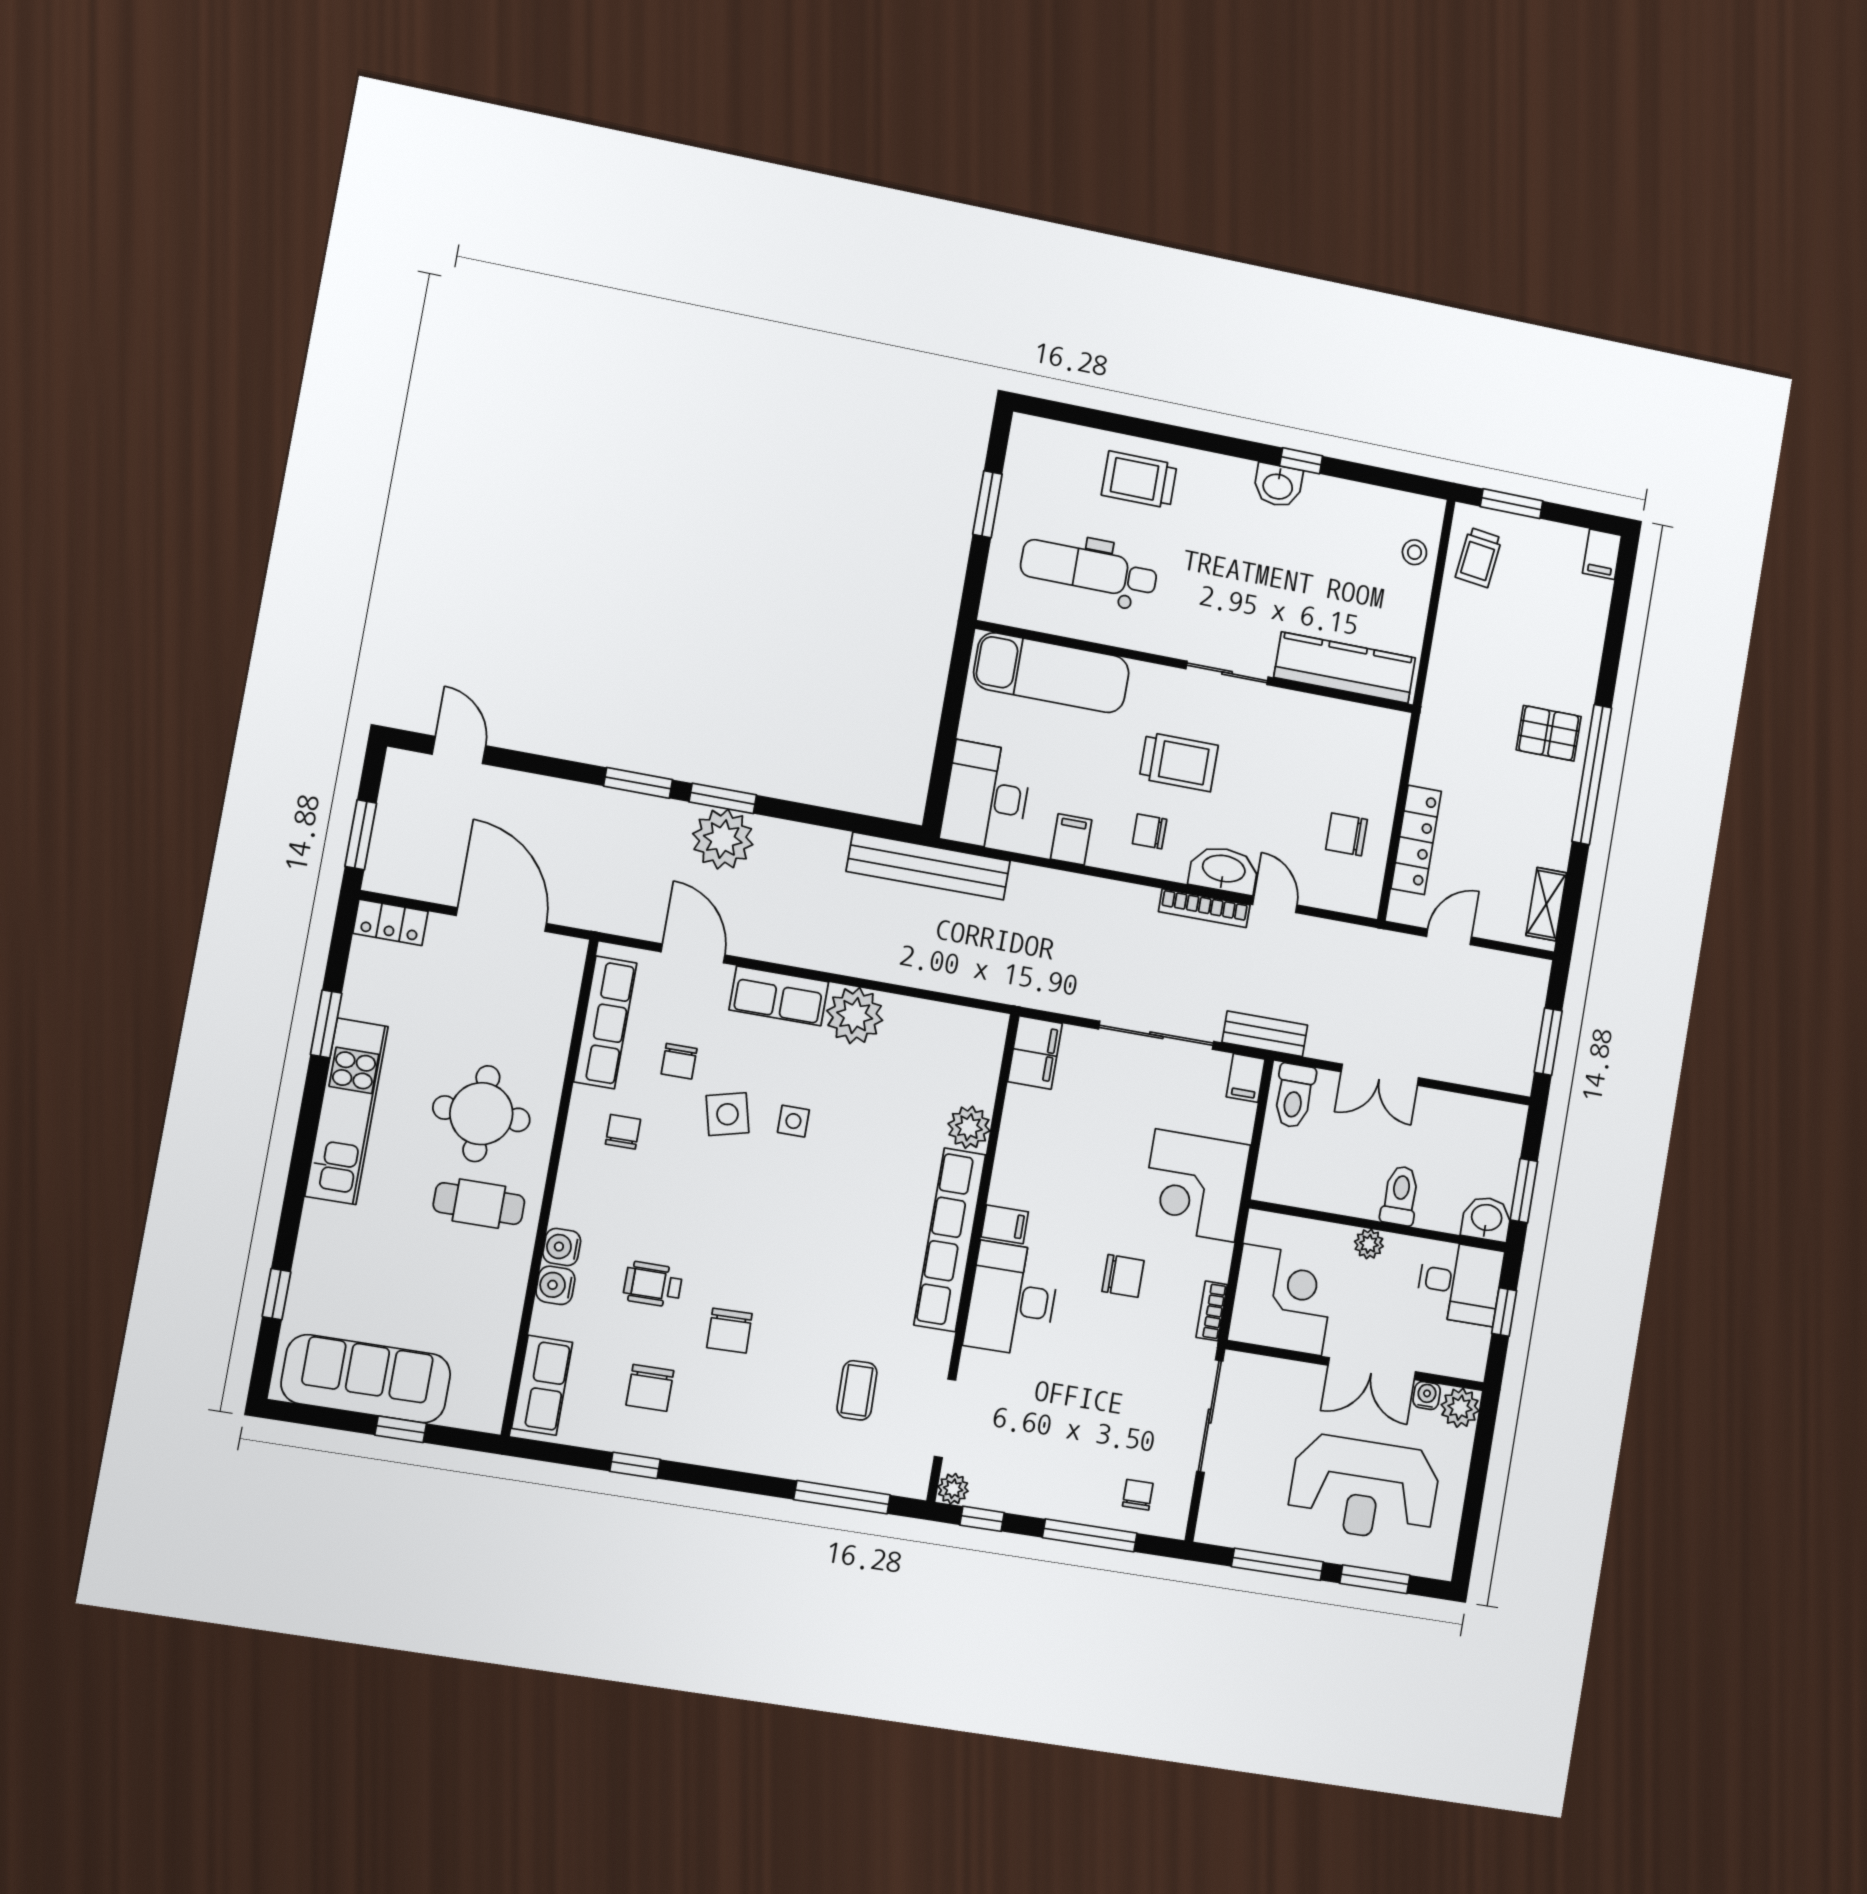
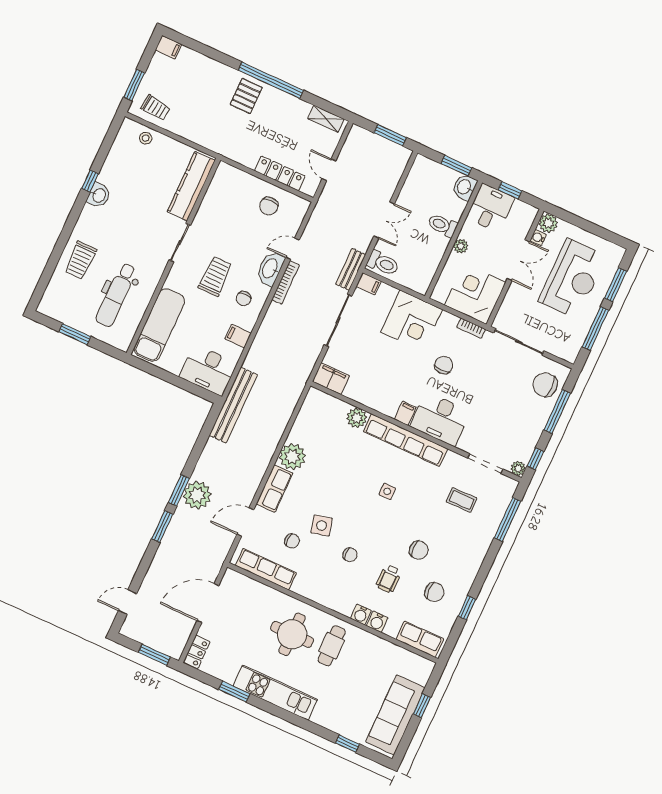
side table: (793, 1121) -> (387, 491), moved
chair: (623, 1132) -> (350, 555), moved, turned 180
chair: (1138, 1495) -> (545, 385), width x1.87, depth x1.87

